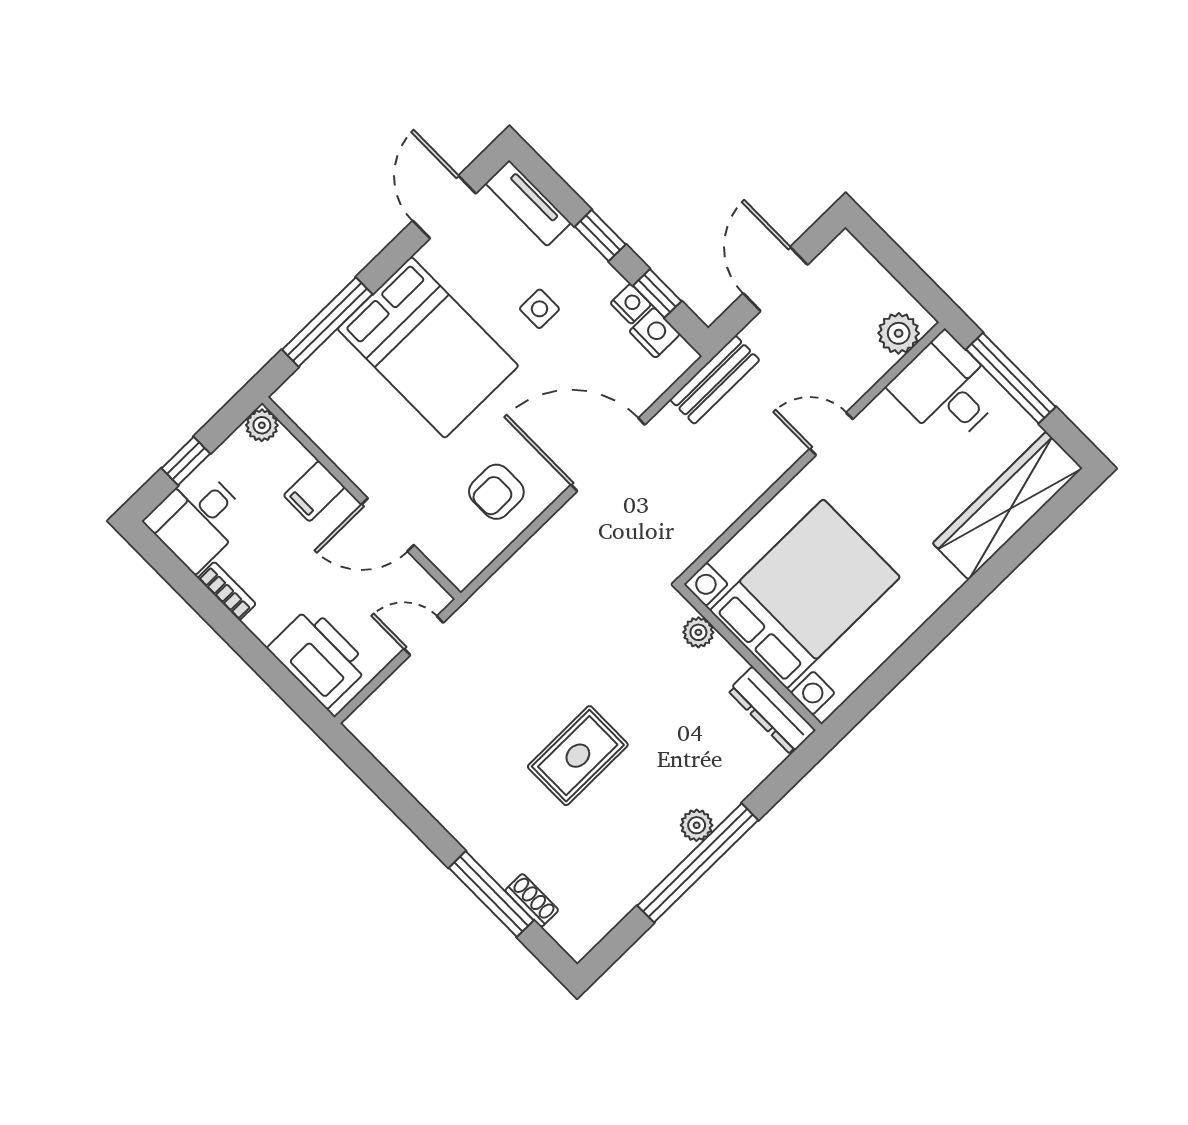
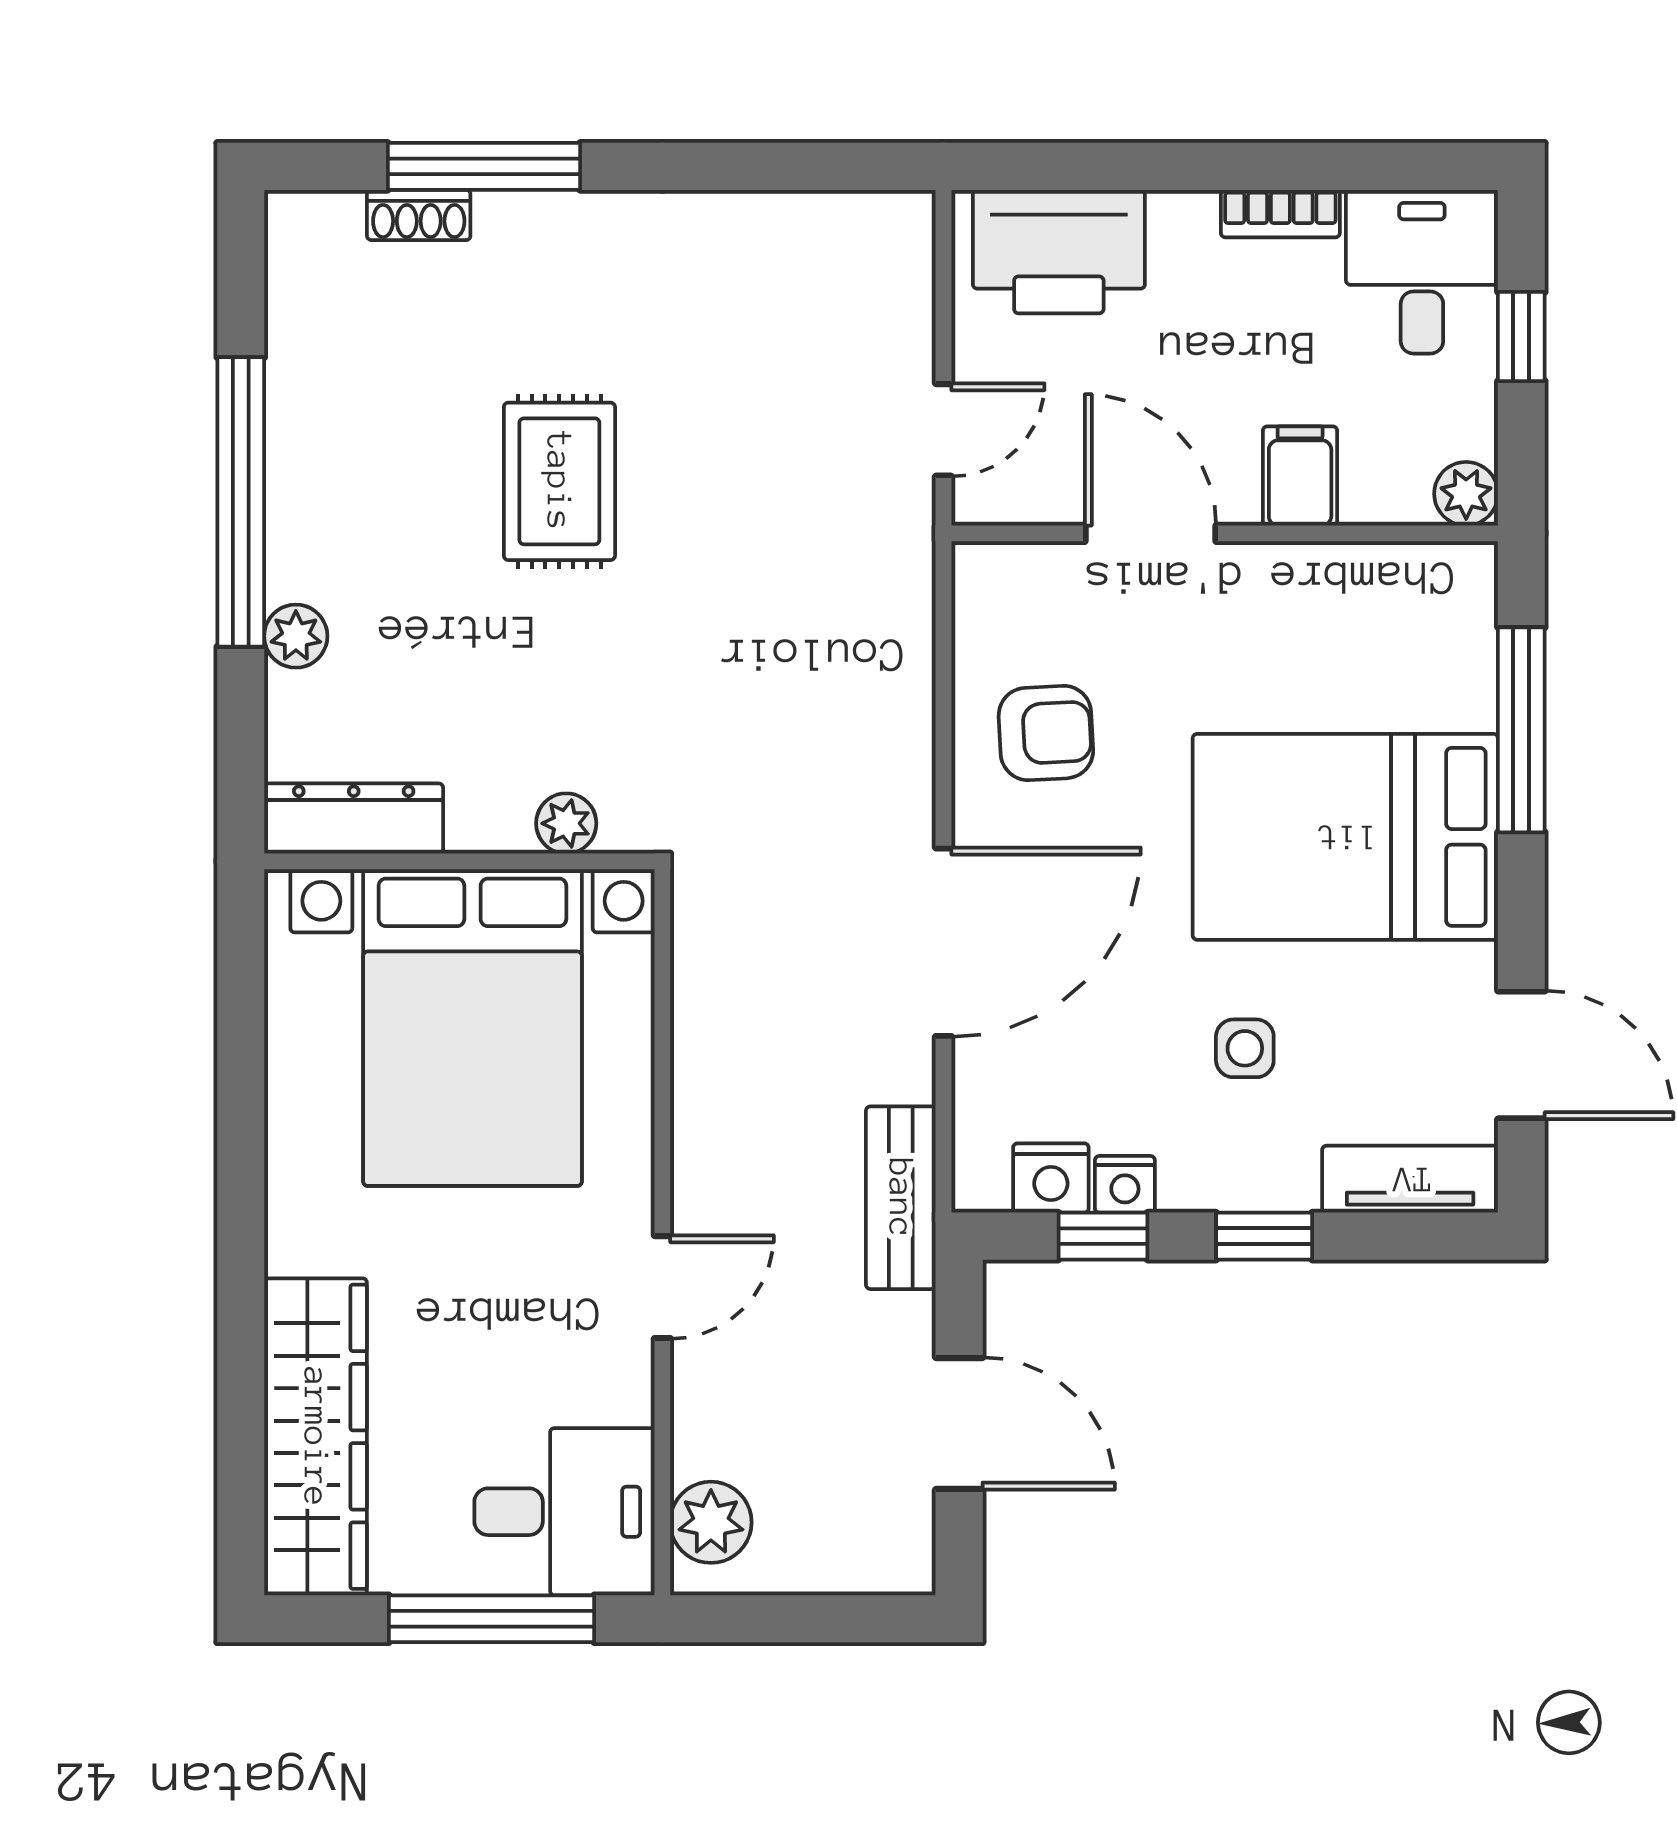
armchair: (496, 492) -> (1046, 733), turned 87
door: (388, 525) -> (1151, 533), hinge flipped
plant: (697, 825) -> (296, 636), moved

